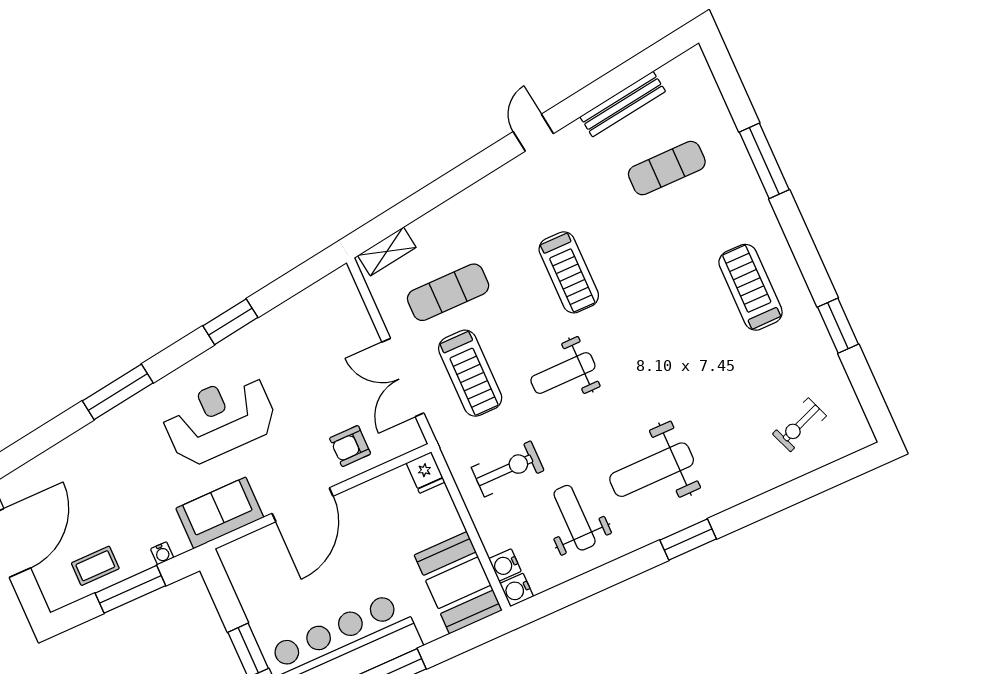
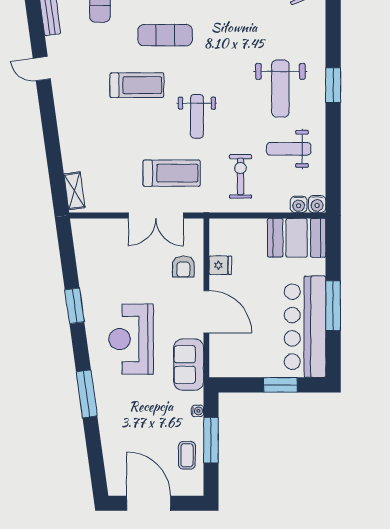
exercise mat: (448, 292) -> (165, 35), moved, turned 90
fridge: (426, 473) -> (220, 265), moved

